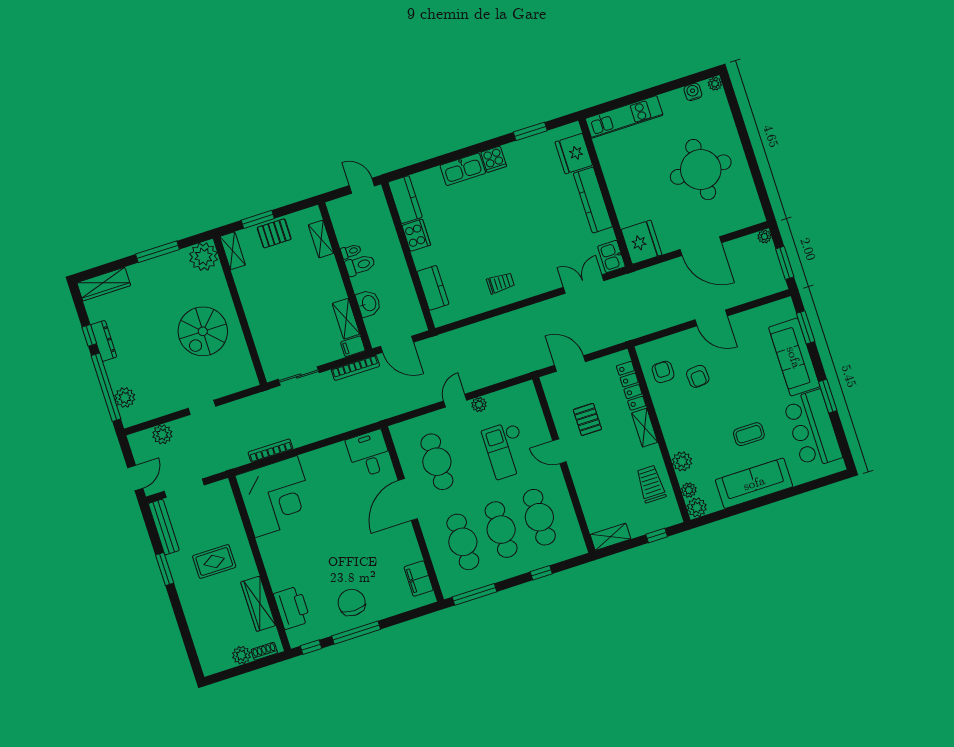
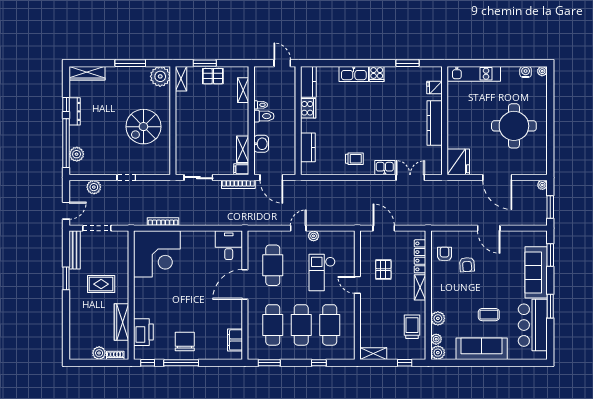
fridge: (574, 154) -> (435, 88), width x0.53, depth x0.75
kitchen sink: (611, 256) -> (385, 168), moved, turned 90
window: (474, 594) -> (269, 363), width x0.69

